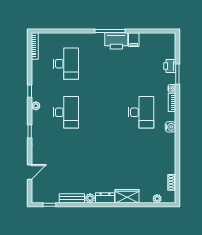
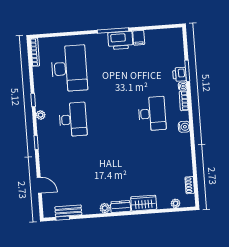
desk: (66, 64) -> (69, 68), width x1.36, depth x1.30
printer: (170, 66) -> (179, 74), moved
door: (30, 172) -> (39, 185), hinge flipped
bench: (72, 198) -> (68, 211), moved

